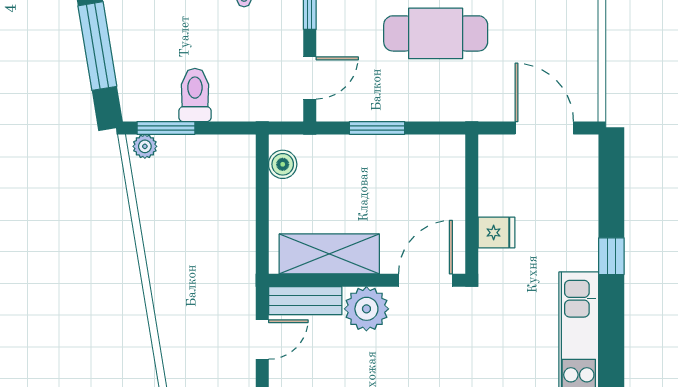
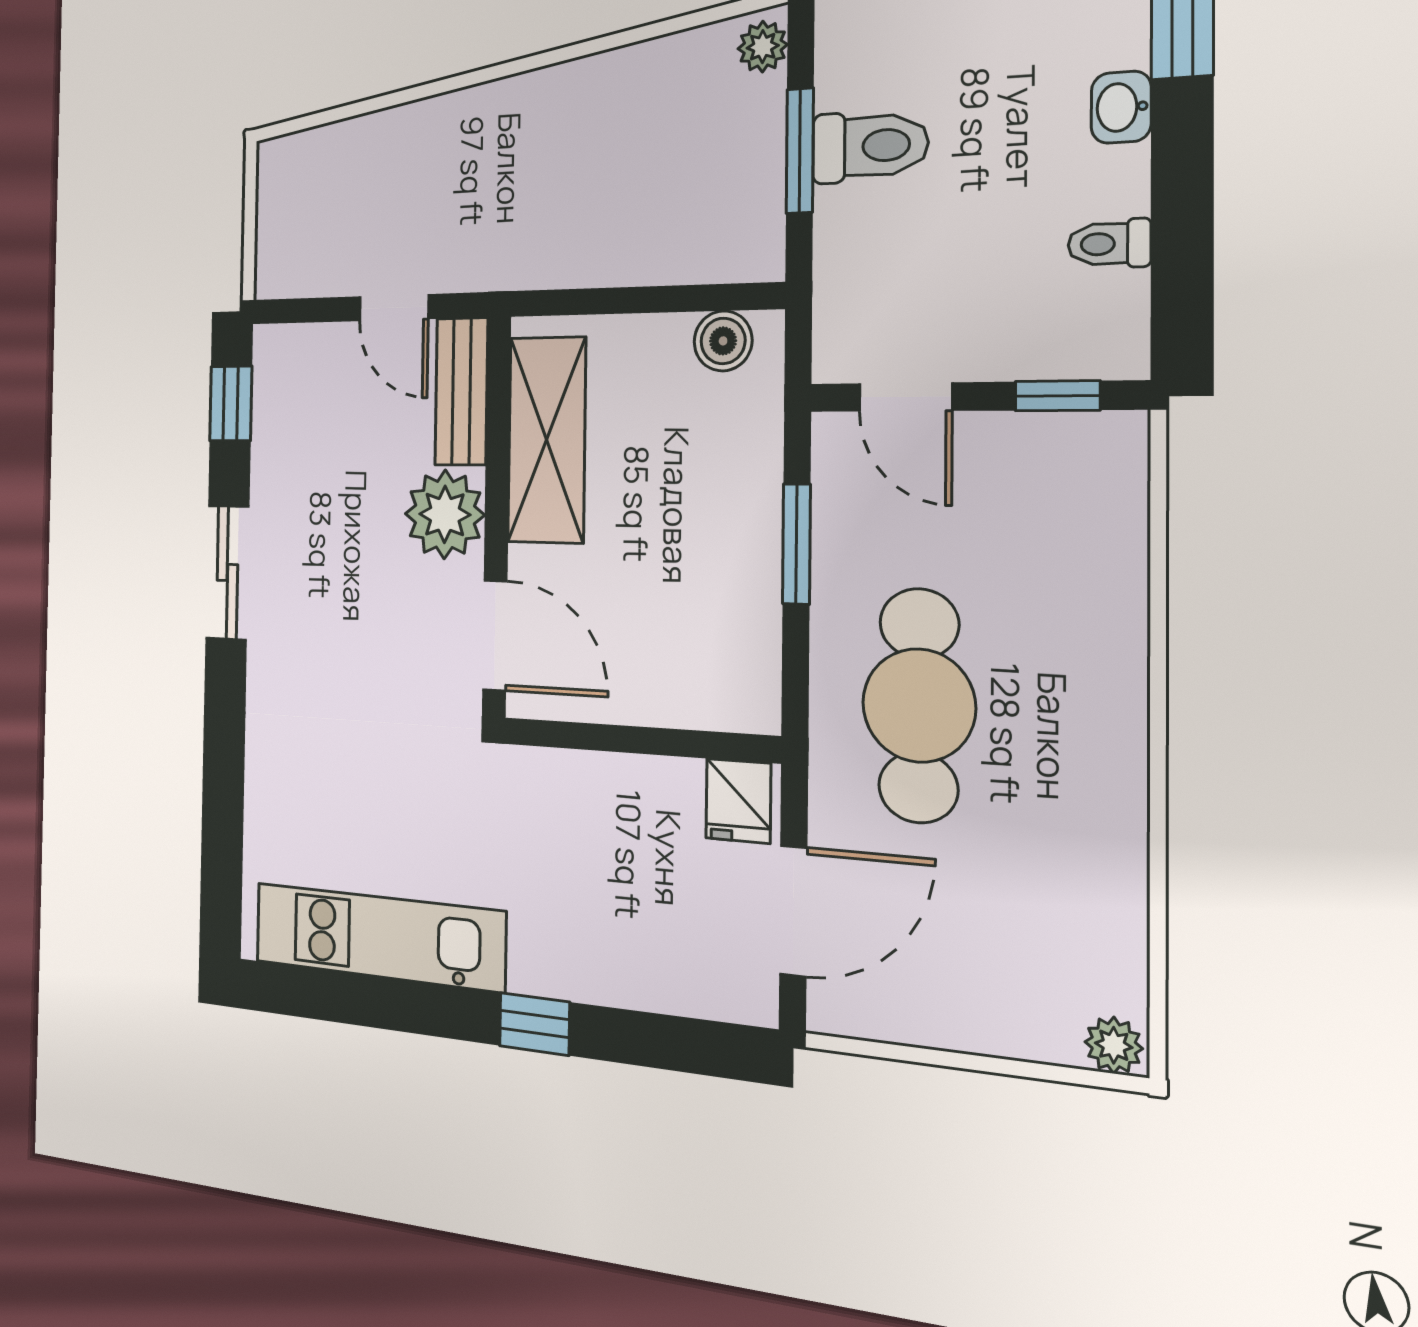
cafe table: (436, 33) -> (919, 705), moved
window: (166, 128) -> (800, 151), moved
fridge: (496, 233) -> (738, 801), moved

